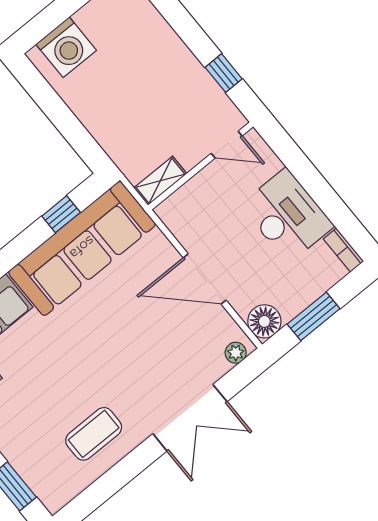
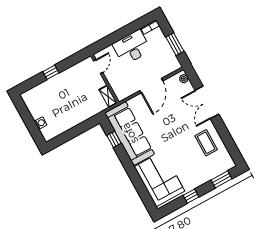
washing machine: (66, 47) -> (41, 123), width x0.53, depth x0.53
window: (224, 73) -> (51, 72), moved
floor lamp: (264, 321) -> (173, 65), removed
double door: (190, 418) -> (207, 102), swing flipped

